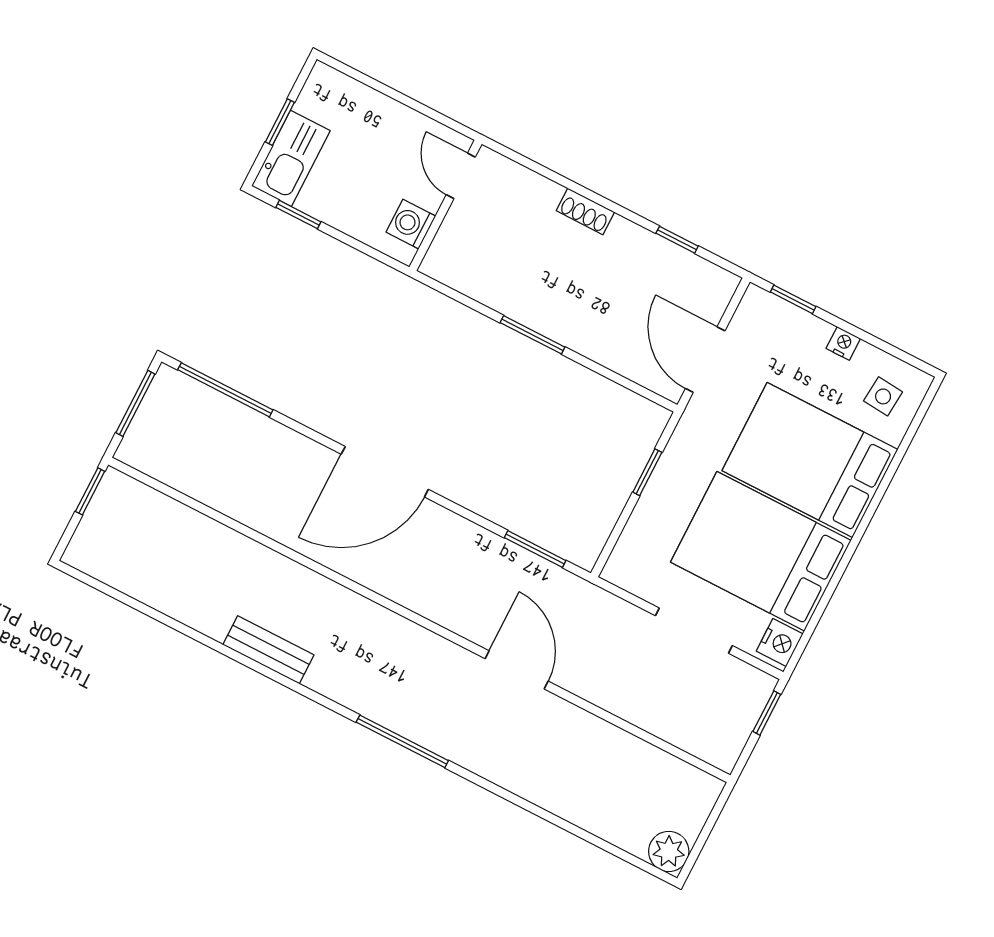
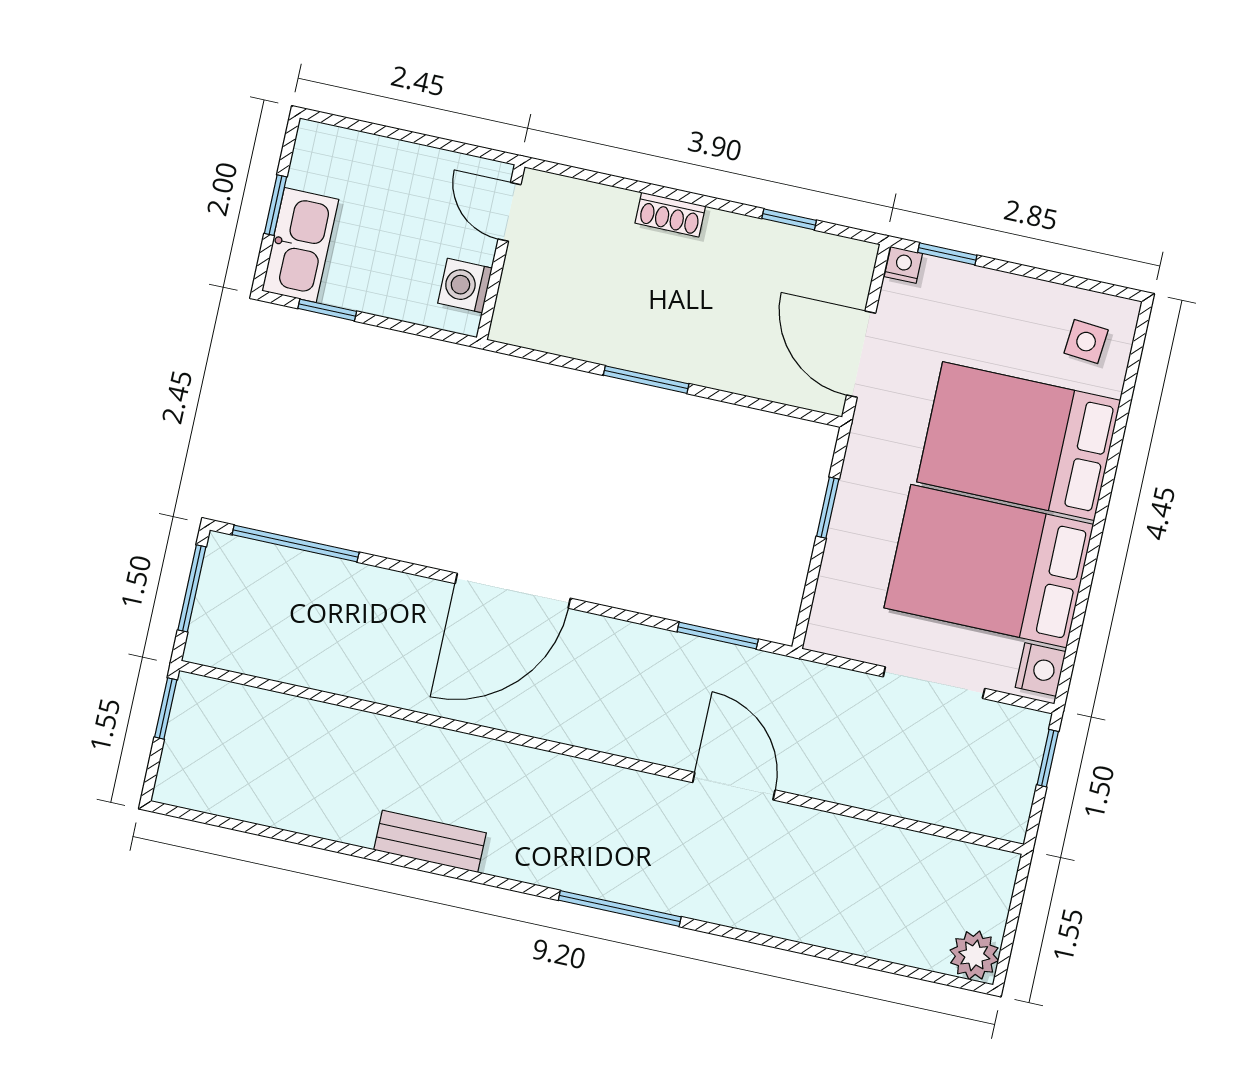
nightstand: (843, 343) -> (903, 265), moved

